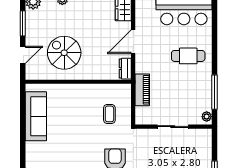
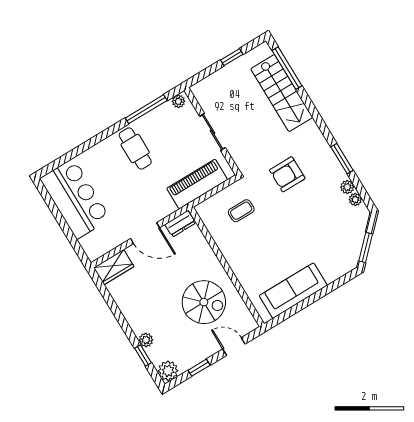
window: (23, 23) -> (199, 368), width x0.67
spiral stairs: (64, 53) -> (204, 302), turned -90
cafe table: (188, 56) -> (135, 149), moved
piano: (142, 90) -> (197, 184), width x1.37, depth x1.33

